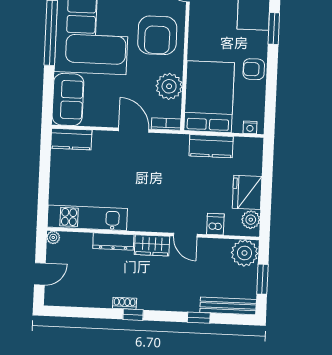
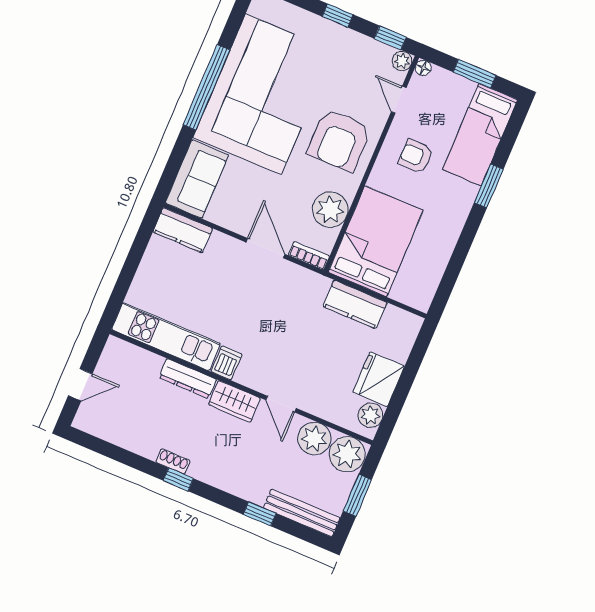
armchair: (254, 69) -> (416, 156), moved
nightstand: (250, 127) -> (413, 299), removed
dishwasher: (215, 224) -> (226, 363), moved
plant: (53, 237) -> (314, 439), moved, width x1.87, depth x1.87

